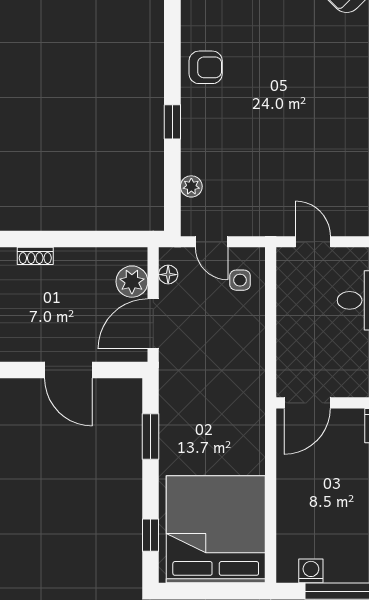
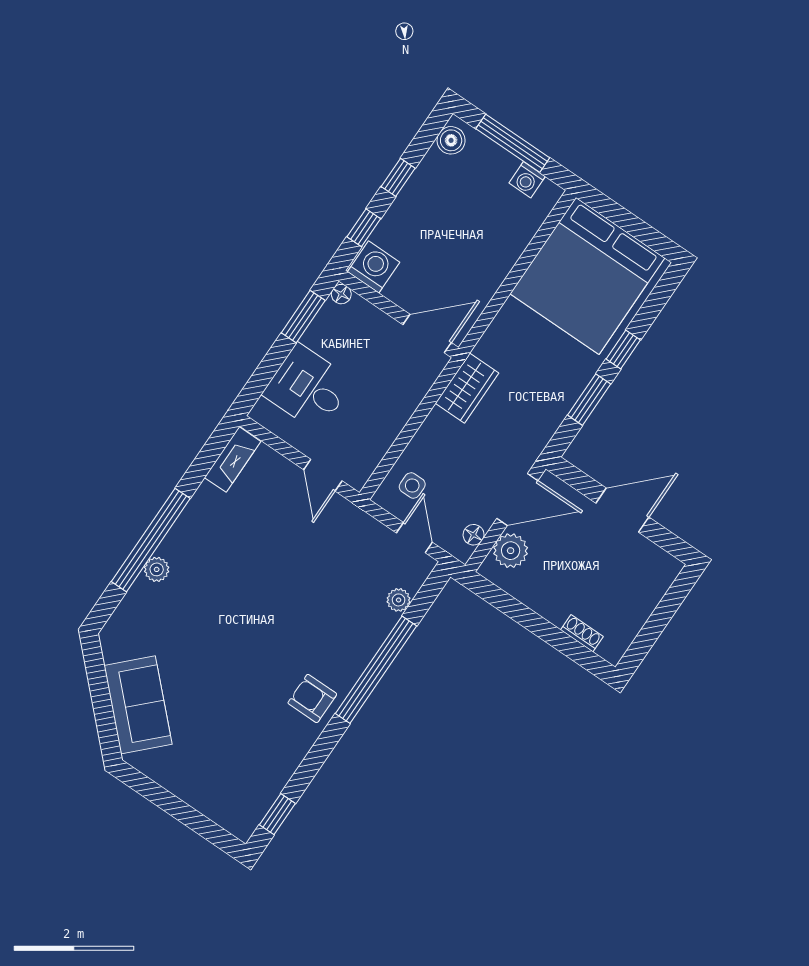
window: (172, 122) -> (376, 670), width x3.17
door: (68, 370) -> (622, 510), hinge flipped
wardrobe: (249, 382) -> (467, 388), added
window: (150, 535) -> (623, 349), moved

